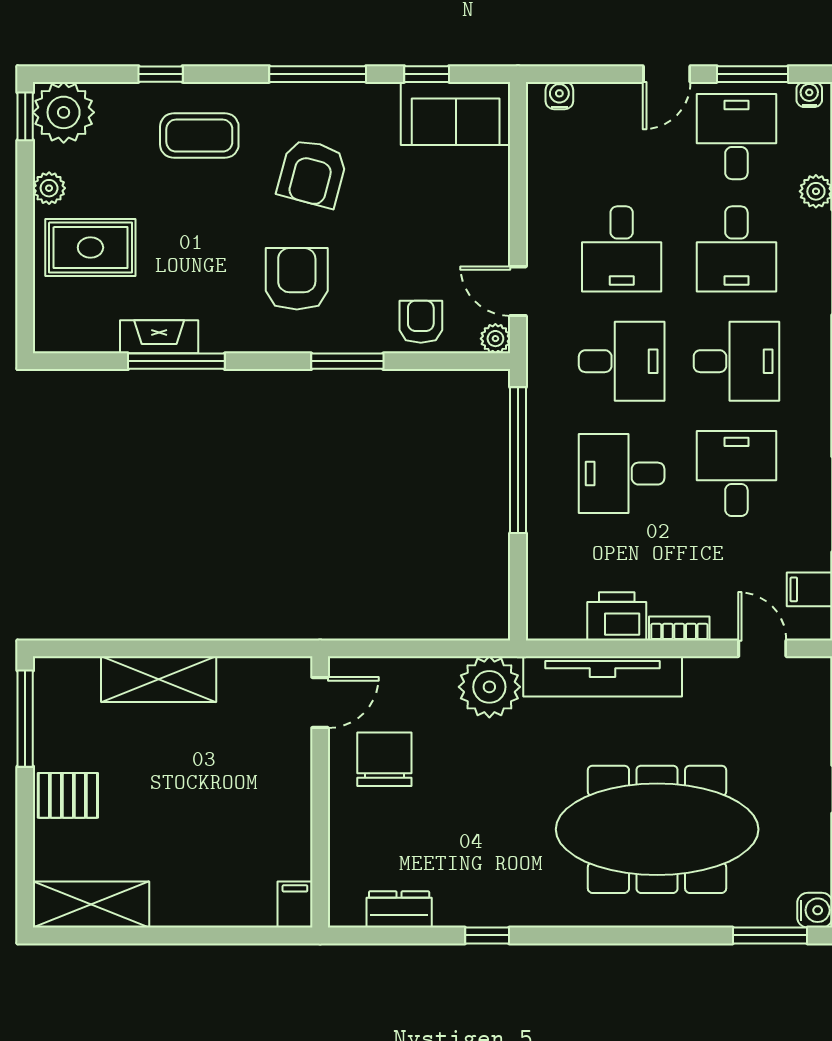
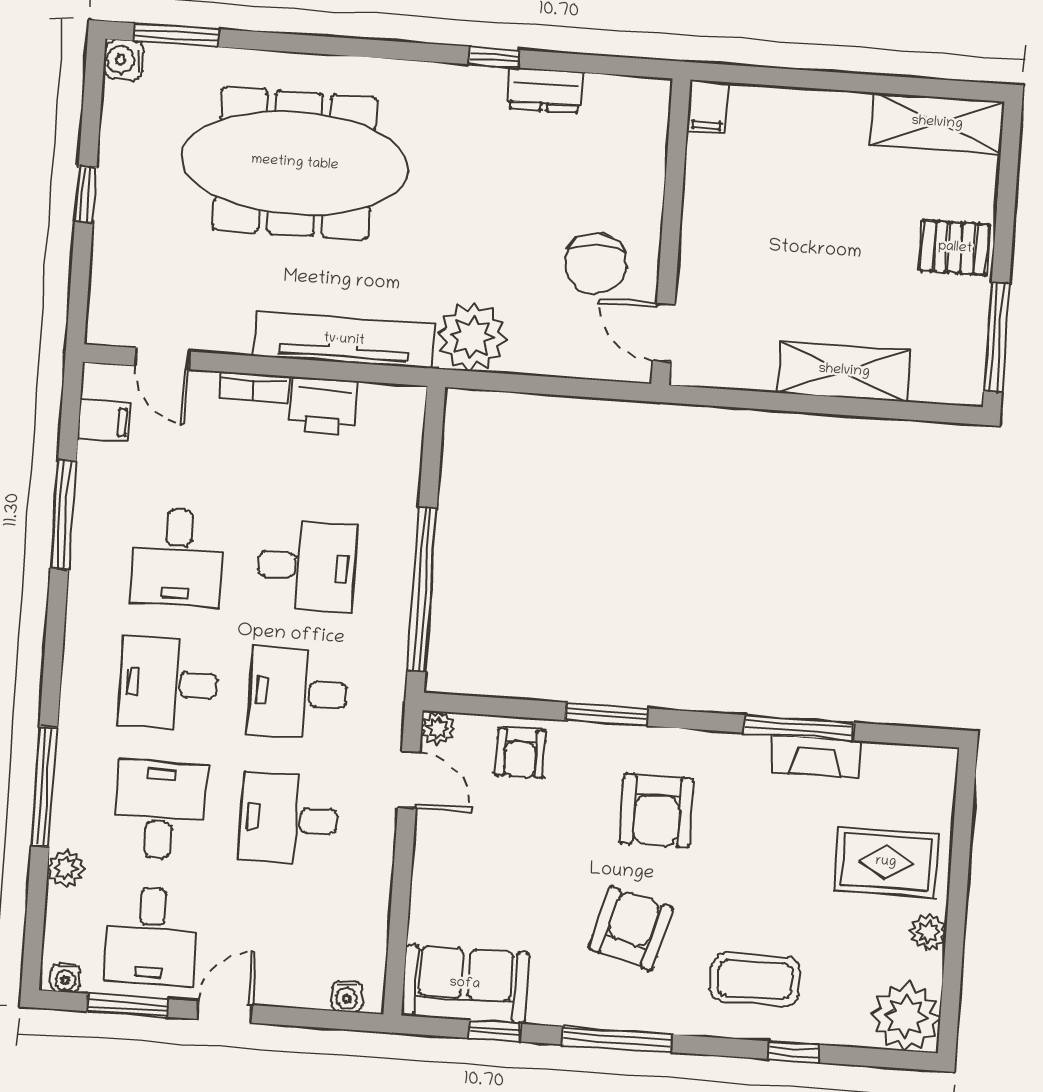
window: (25, 116) -> (949, 1015), removed
desk: (622, 249) -> (289, 819), turned -90
door: (320, 703) -> (664, 332), hinge flipped
dresser: (399, 909) -> (545, 90), moved

